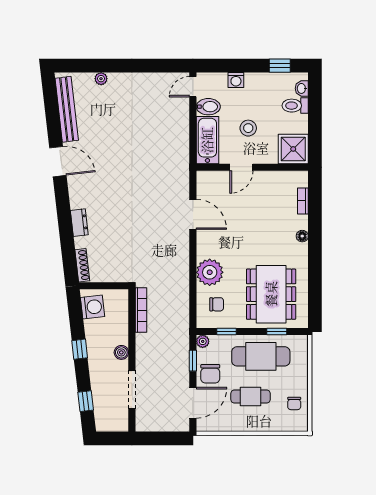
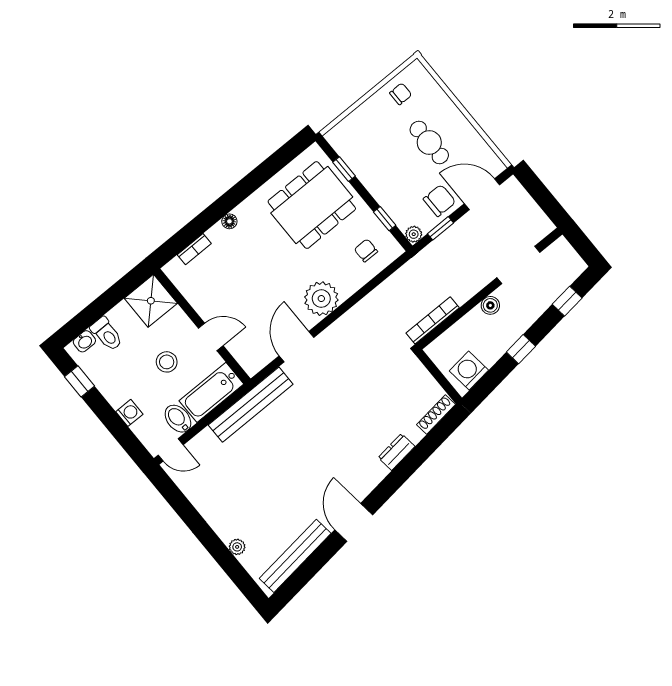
bench: (181, 158) -> (251, 405), added
plant: (210, 272) -> (321, 299), moved
cafe table: (261, 356) -> (381, 165), removed

